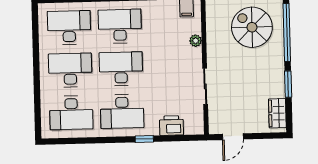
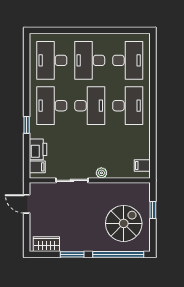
plant: (196, 41) -> (101, 173), moved
desk: (70, 70) -> (90, 60), turned 180
filing cabinet: (191, 126) -> (37, 167), added

